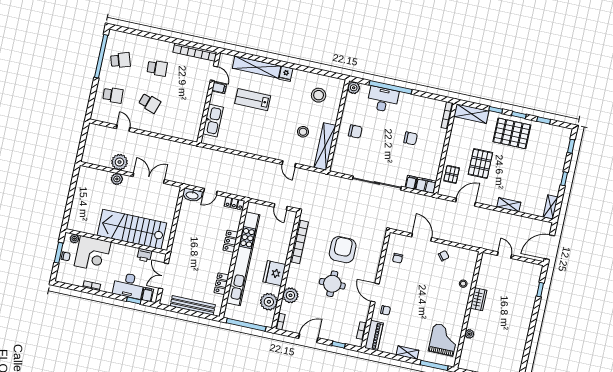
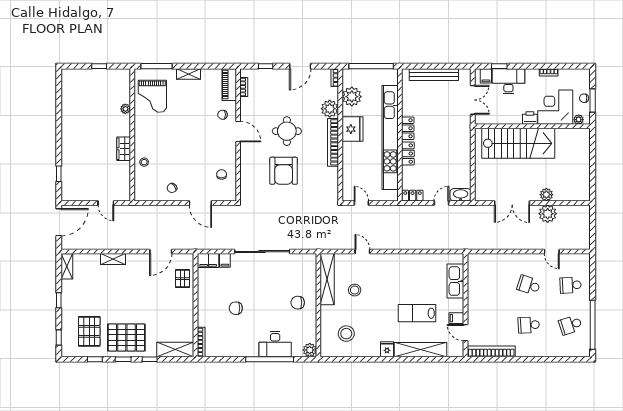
lab bench: (253, 100) -> (417, 313), turned 180
pallet: (480, 164) -> (89, 331), moved
bookcase: (299, 242) -> (333, 142), moved
printer: (144, 255) -> (530, 118), moved
locker: (221, 284) -> (408, 128), moved

